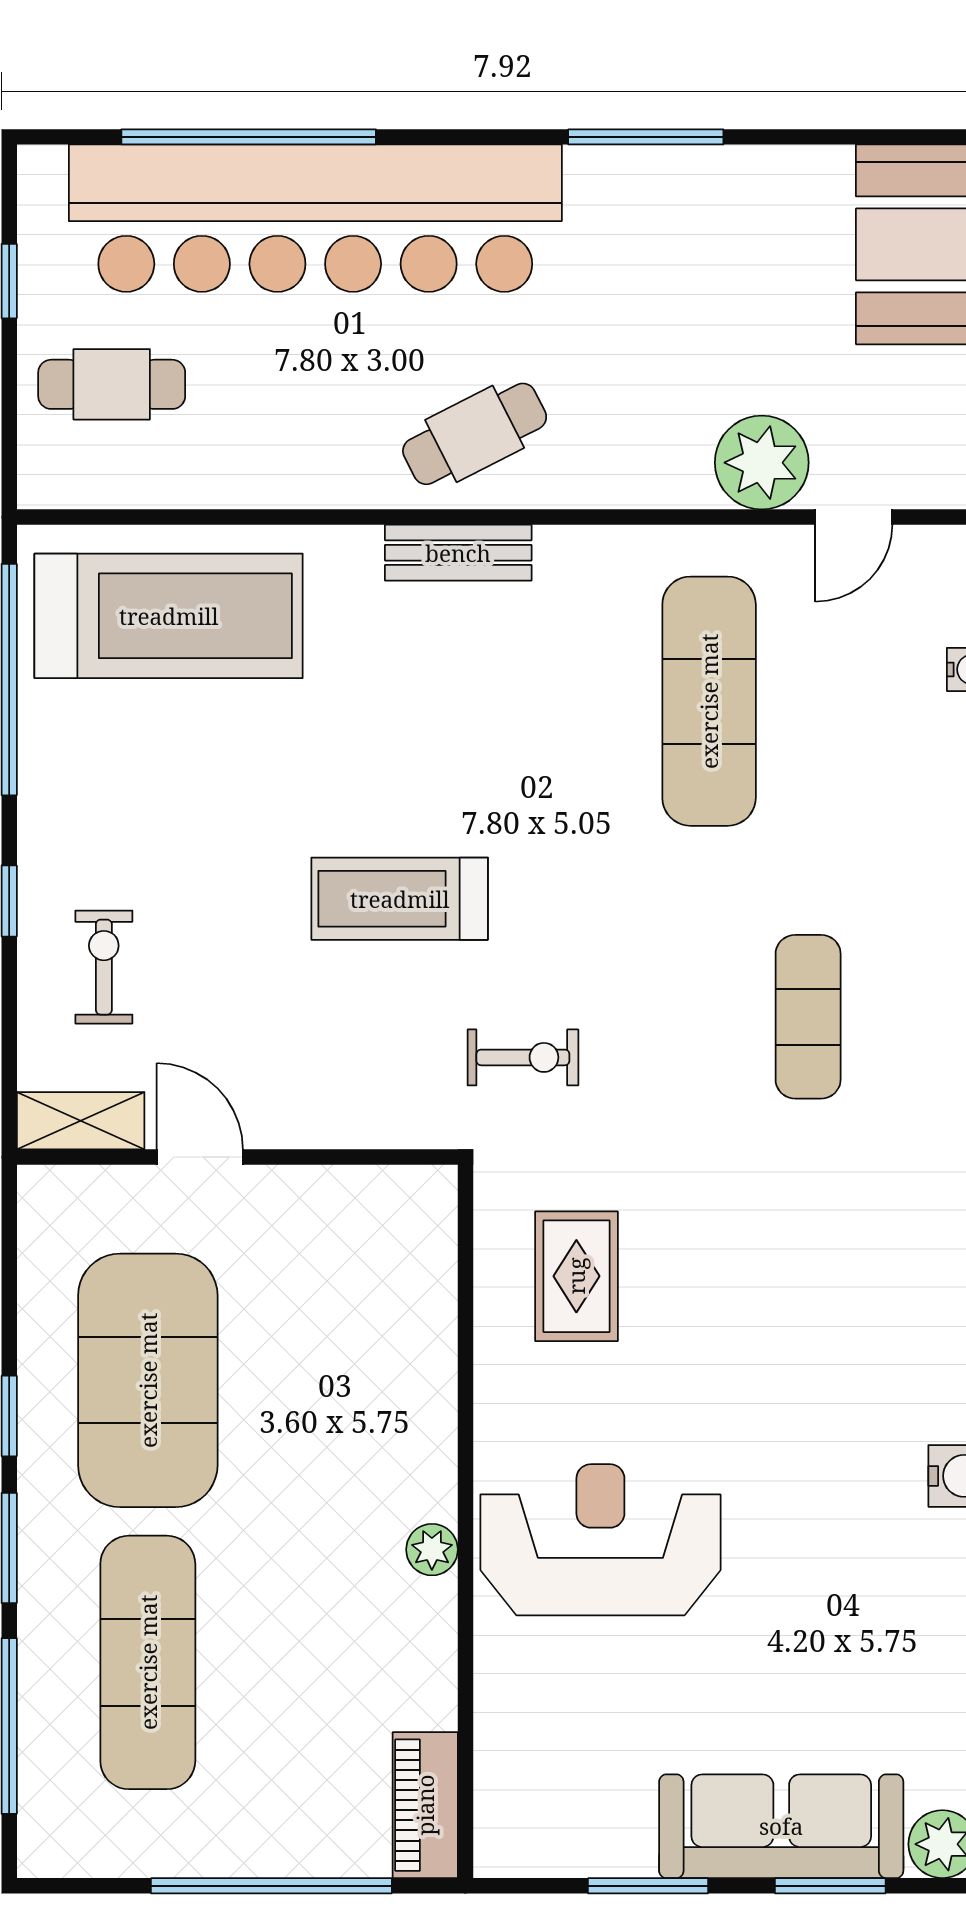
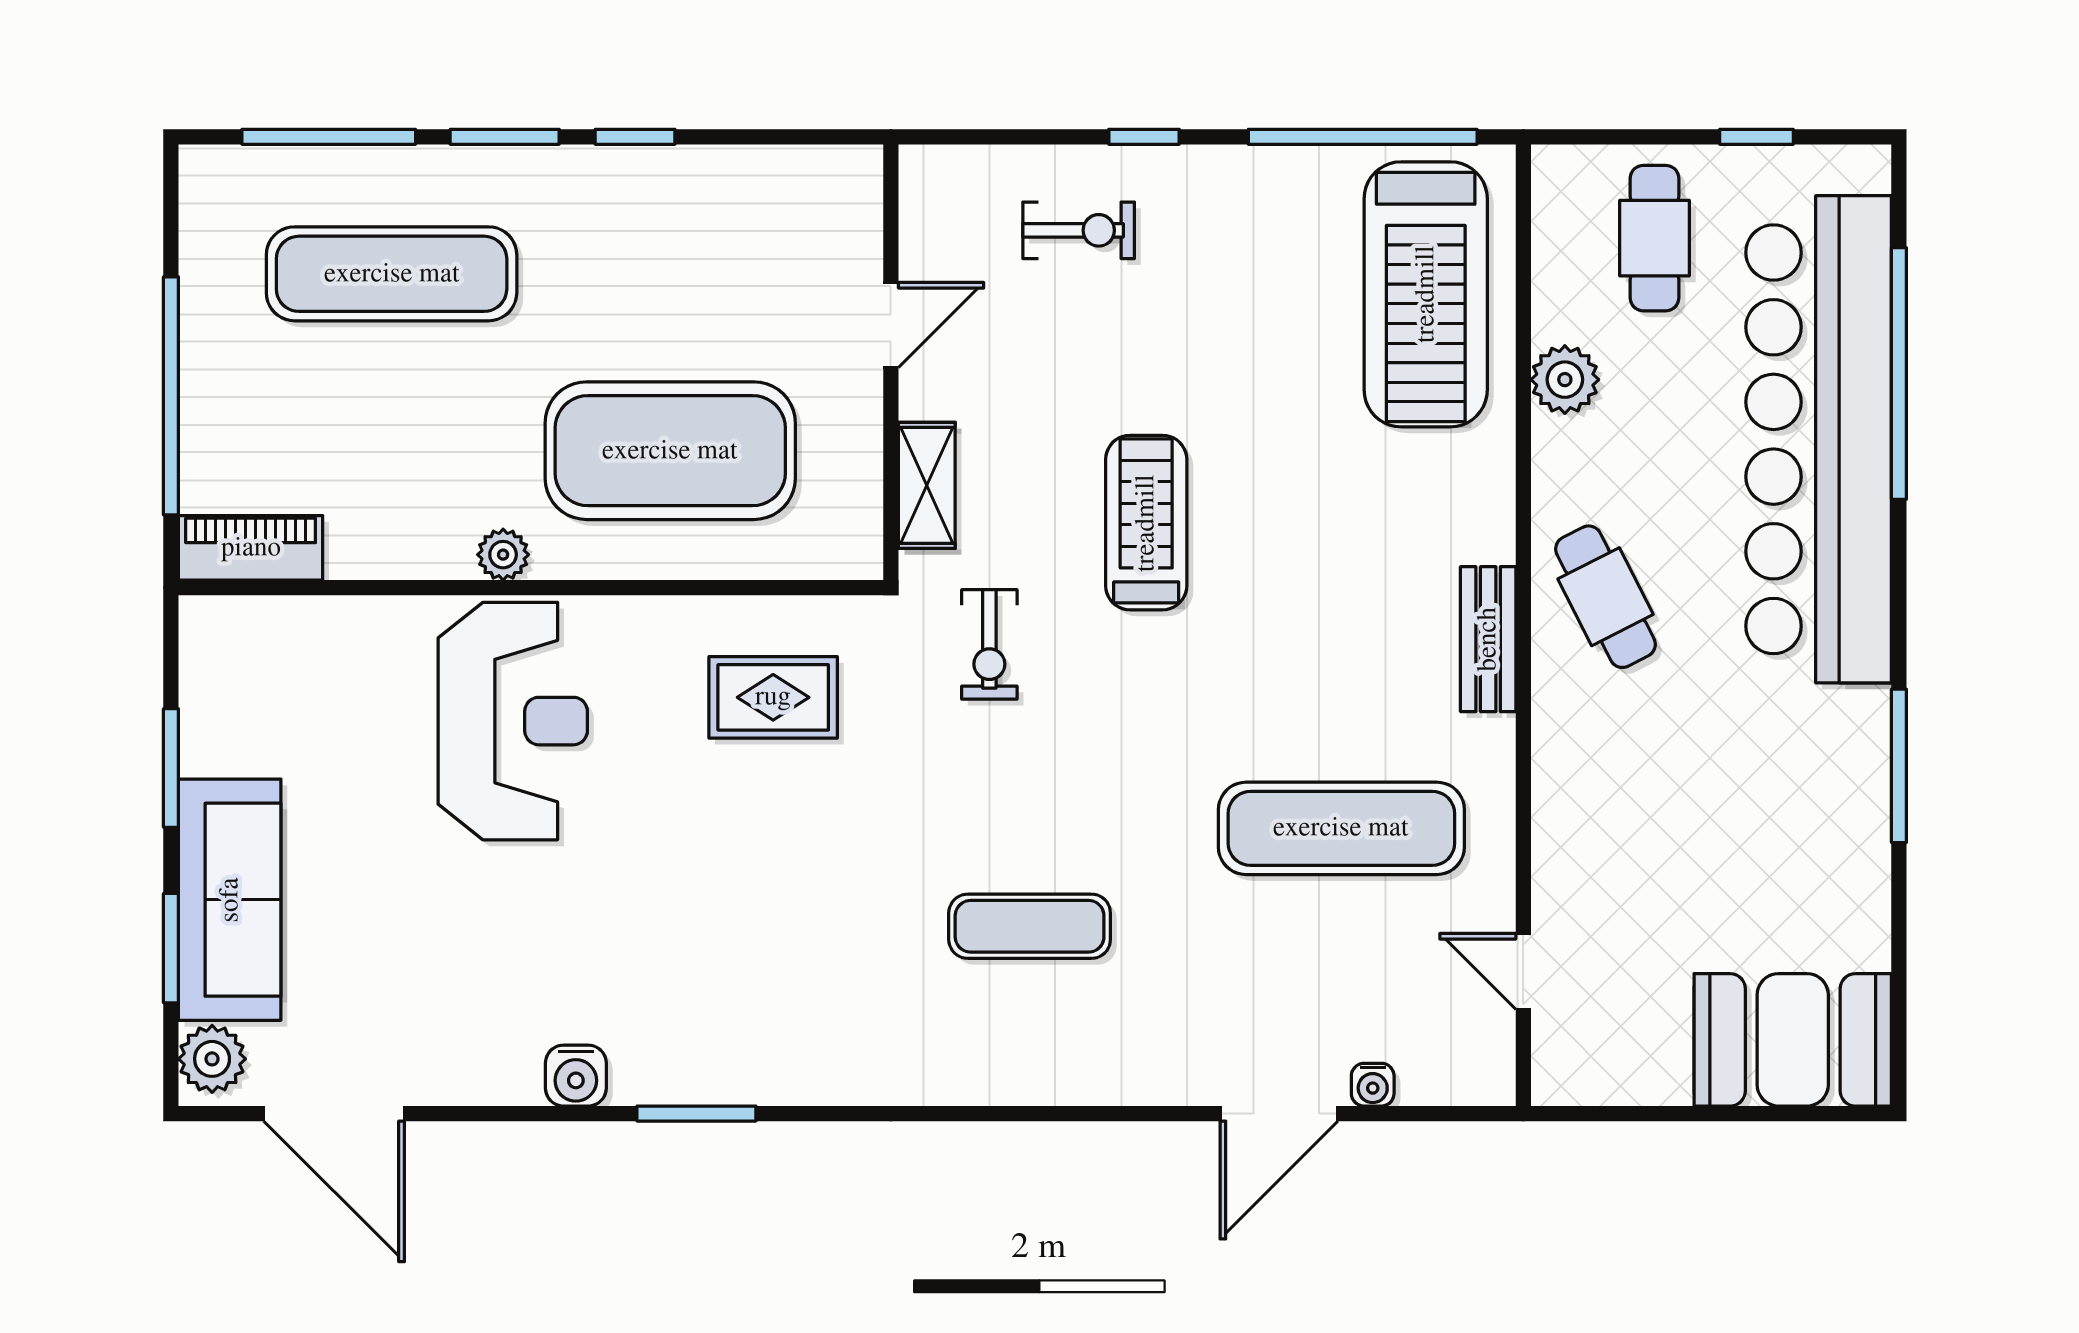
plant: (762, 463) -> (1565, 380), moved, width x0.73, depth x0.73
bench: (458, 553) -> (1488, 639), moved
shelving: (81, 1121) -> (927, 485), moved
exercise mat: (148, 1380) -> (670, 451), moved

